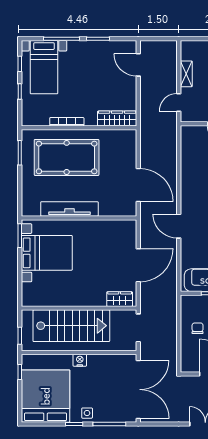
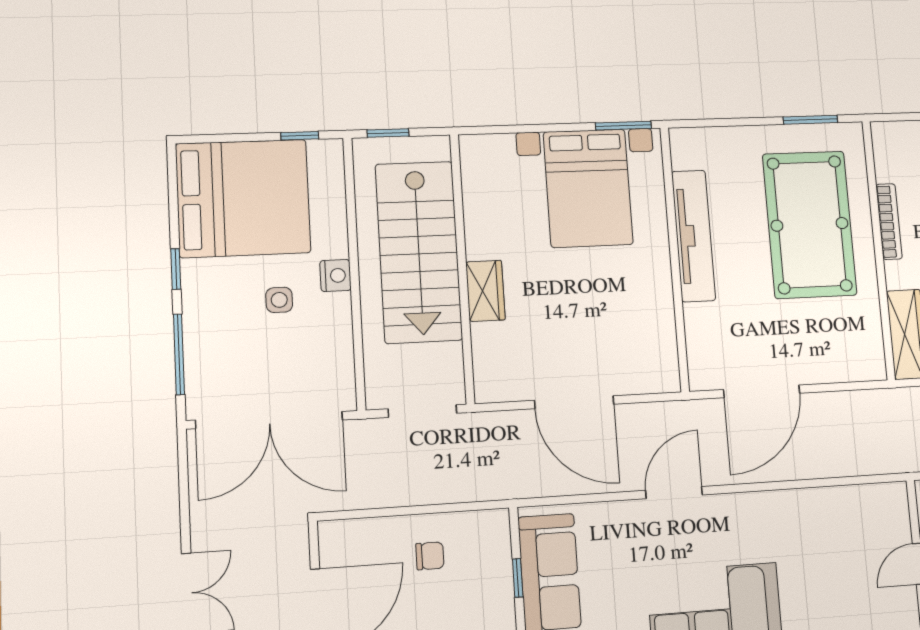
wardrobe: (120, 299) -> (485, 291), moved
side table: (87, 413) -> (279, 300), moved

